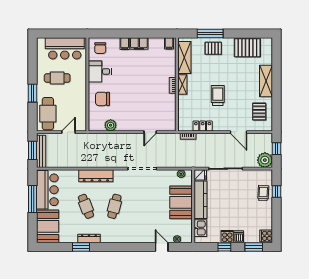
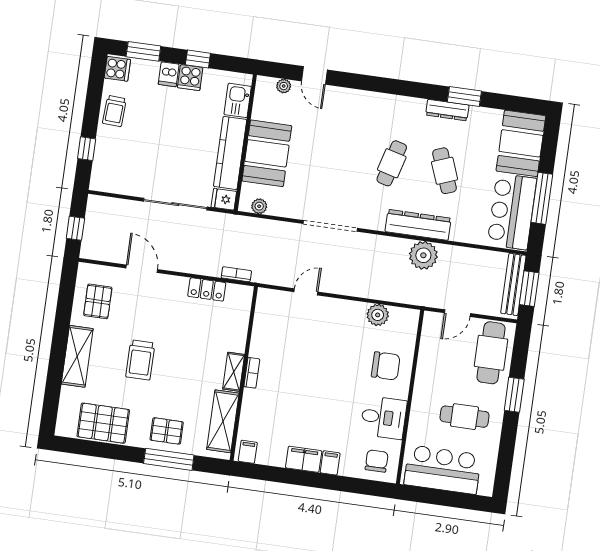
trolley: (218, 95) -> (140, 360), moved
plant: (265, 160) -> (423, 255), moved
trolley: (263, 193) -> (114, 111), moved

